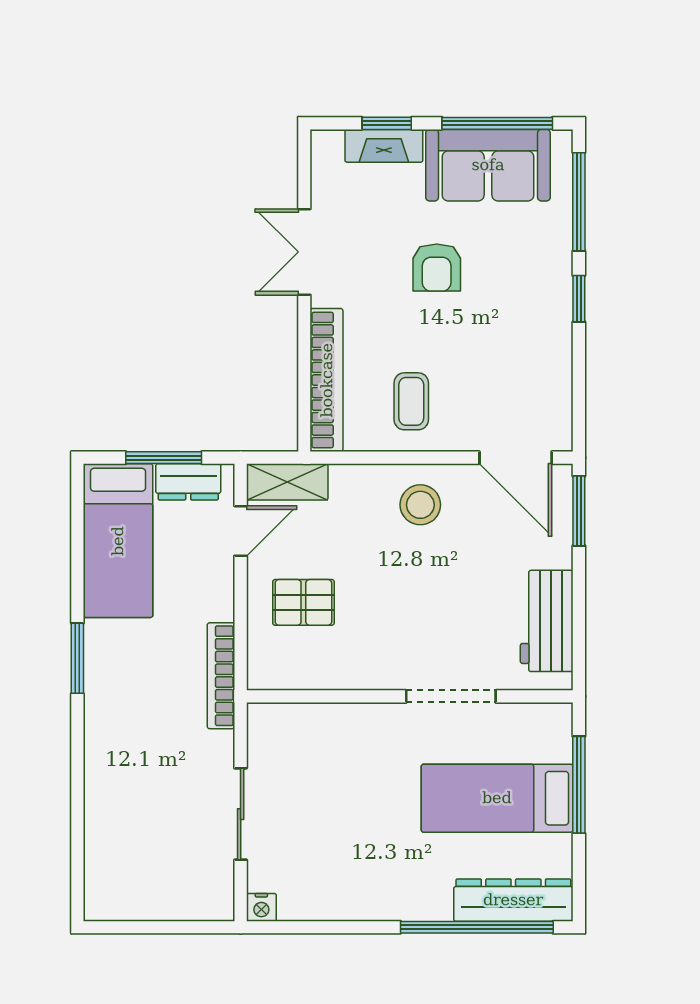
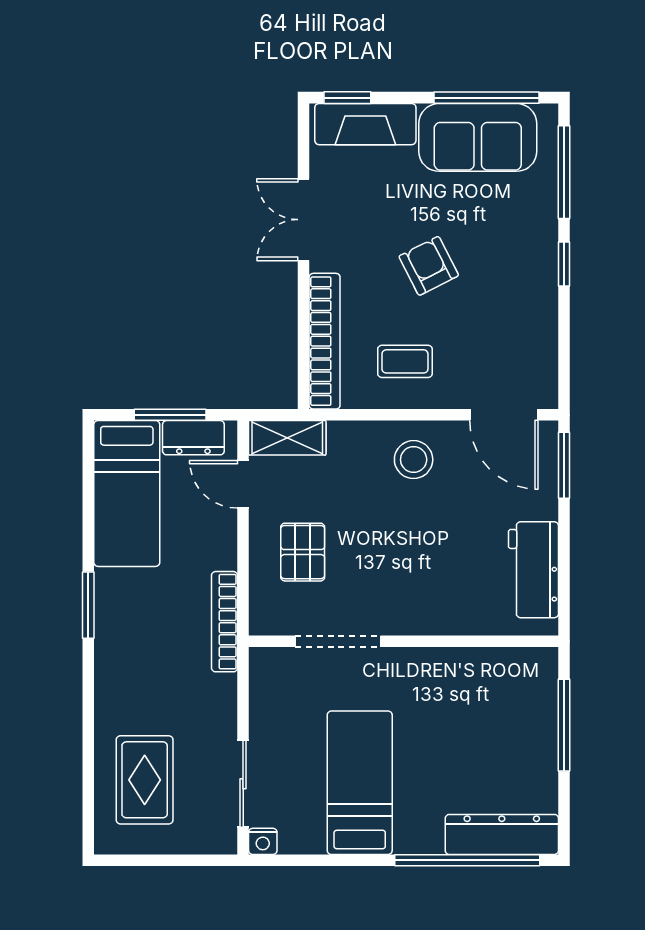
window: (387, 123) -> (347, 98), moved
fireplace: (384, 146) -> (365, 124), width x1.37, depth x1.32
armchair: (437, 268) -> (429, 266), moved, turned 153
coffee table: (411, 401) -> (405, 361), turned 90
door: (241, 531) -> (243, 484), swing flipped
pallet: (303, 602) -> (303, 552), turned 90
doorway: (451, 696) -> (338, 641), moved
bed: (497, 798) -> (360, 783), moved, turned 90
sliding door: (241, 814) -> (243, 784), moved
rug: (137, 842) -> (145, 780), added

